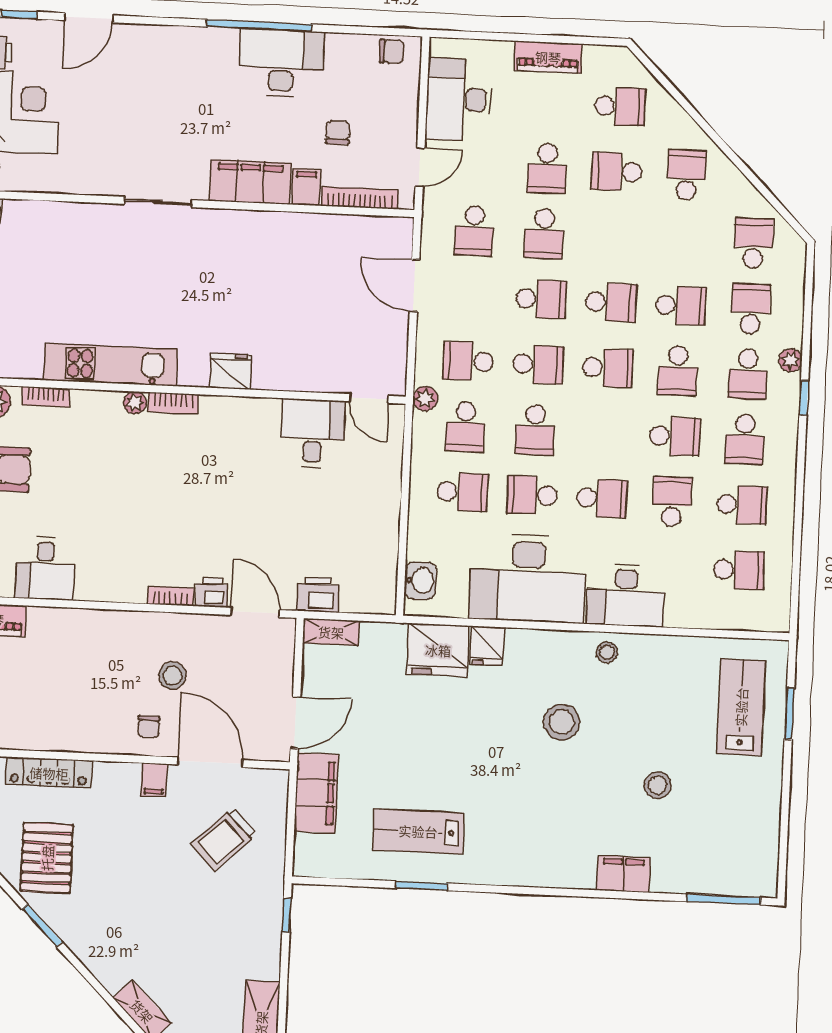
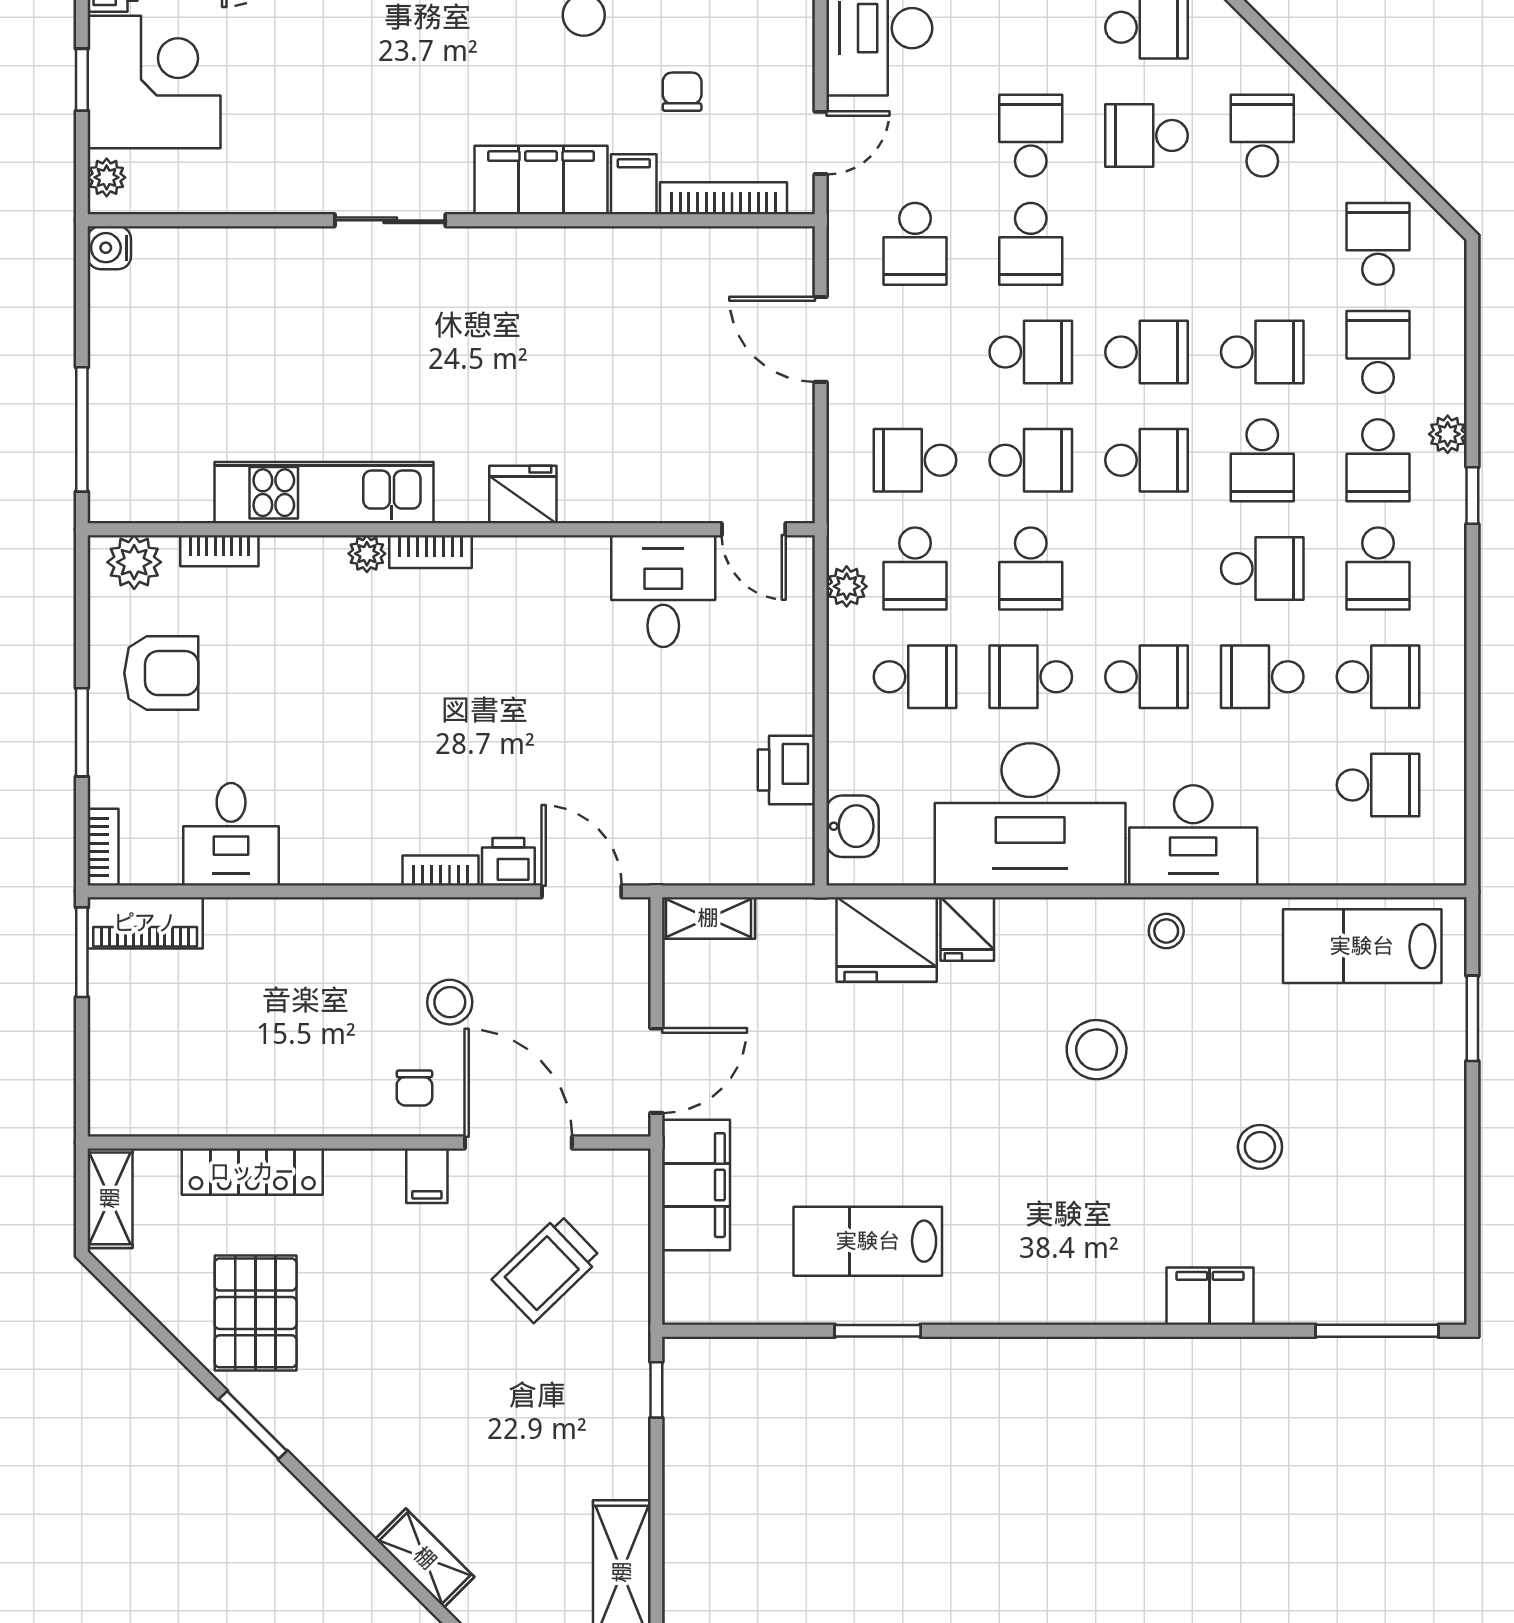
school desk: (547, 168) -> (1031, 136), turned 180
plant: (425, 399) -> (847, 586), moved
school desk: (672, 501) -> (1262, 677), turned -90
printer: (318, 595) -> (786, 770), moved, turned -90
lab bench: (741, 707) -> (1362, 946), moved, turned -90

